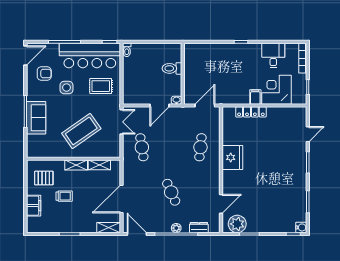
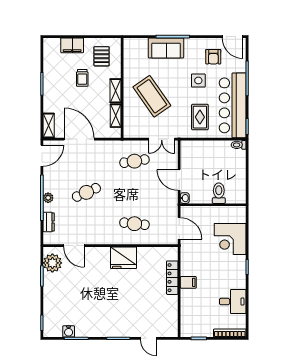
corner desk: (276, 90) -> (230, 239), moved, turned 180
water cooler: (301, 227) -> (69, 331), moved

